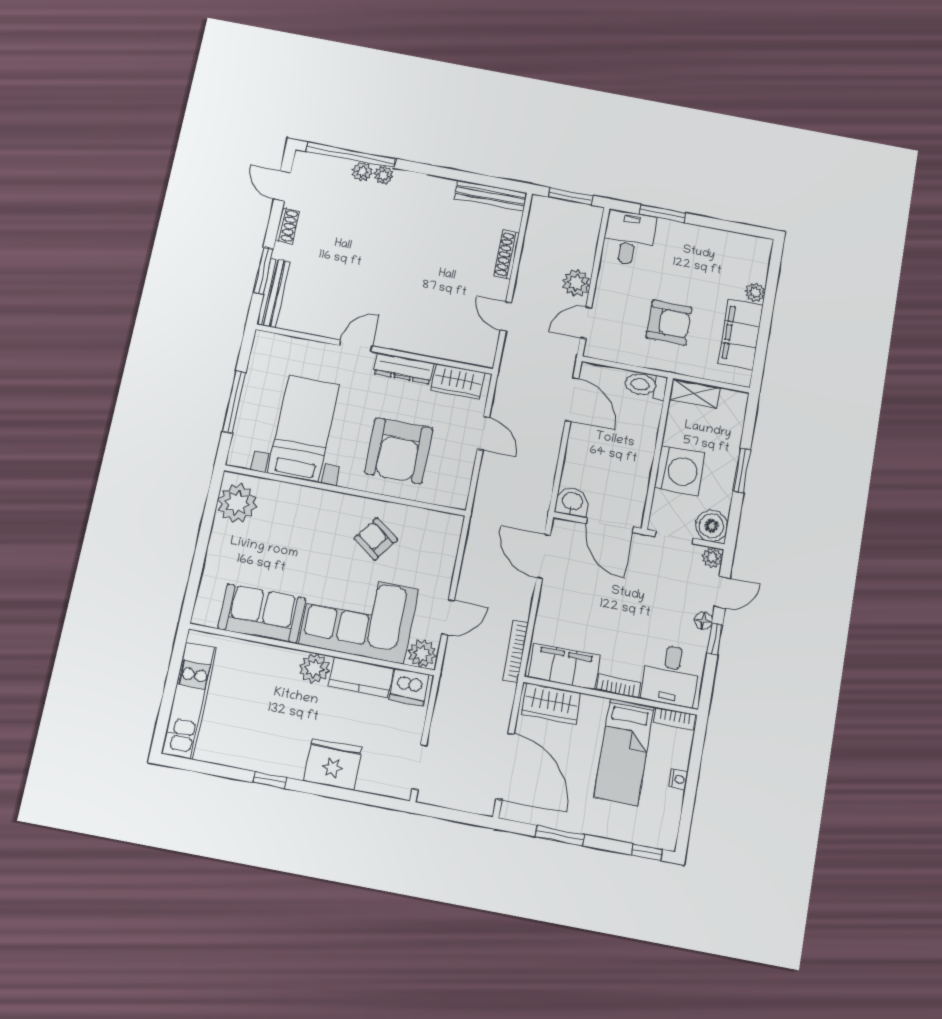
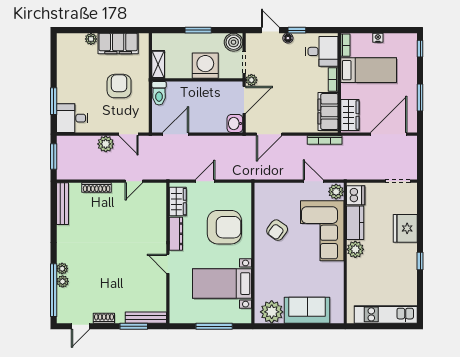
plant: (712, 557) -> (251, 80), moved
sofa: (262, 613) -> (307, 310), moved, turned 90

